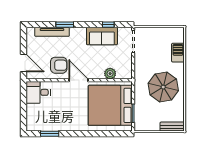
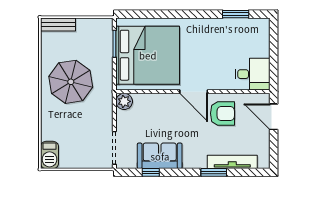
barbecue: (178, 53) -> (50, 155), moved
armchair: (59, 65) -> (222, 113), turned 180
plant: (110, 74) -> (124, 101), moved

